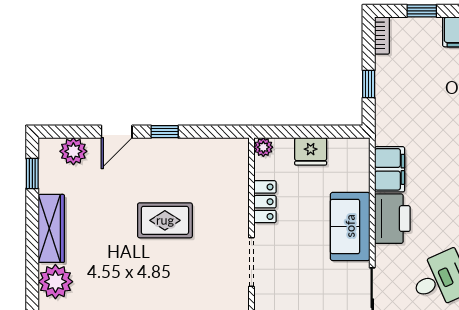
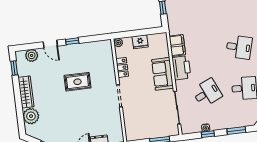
door: (117, 132) -> (50, 44), hinge flipped

